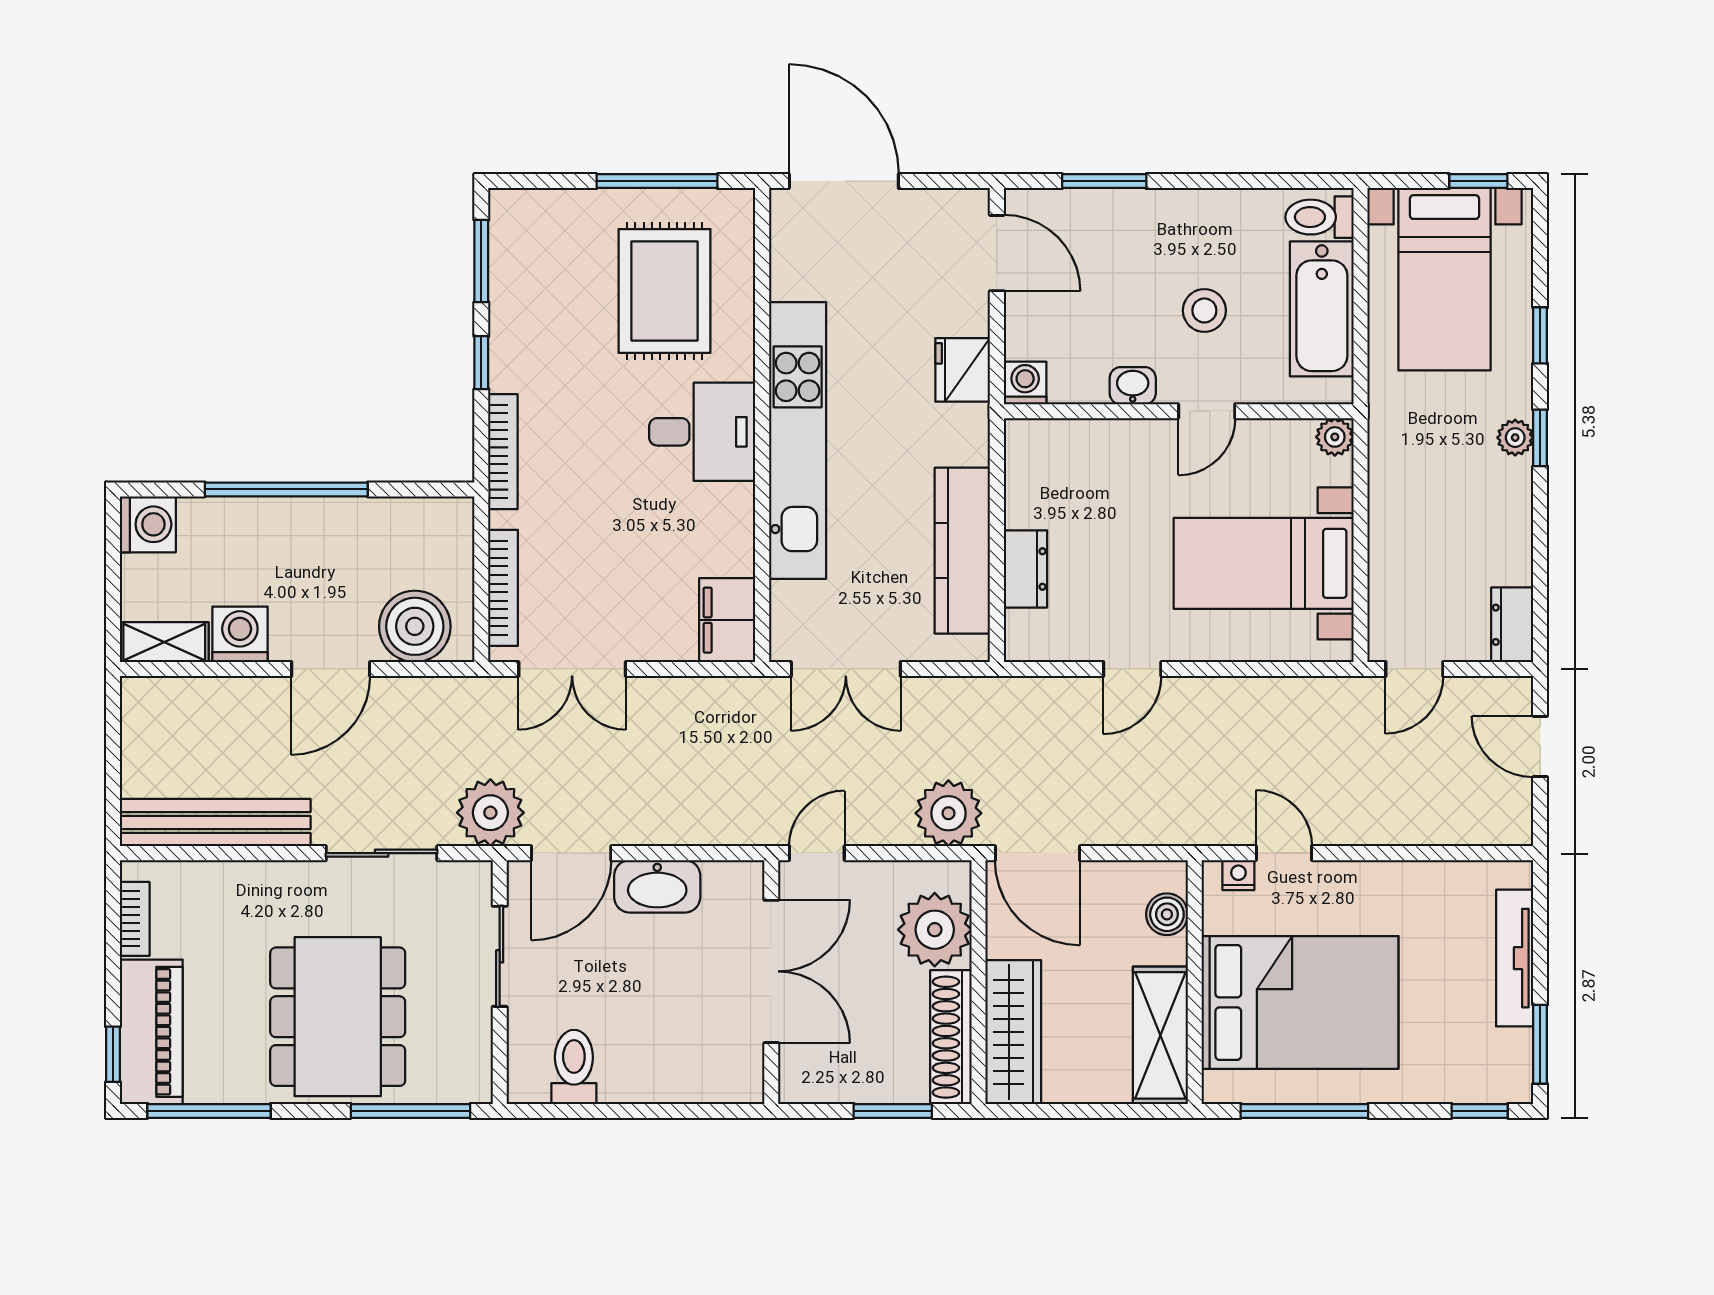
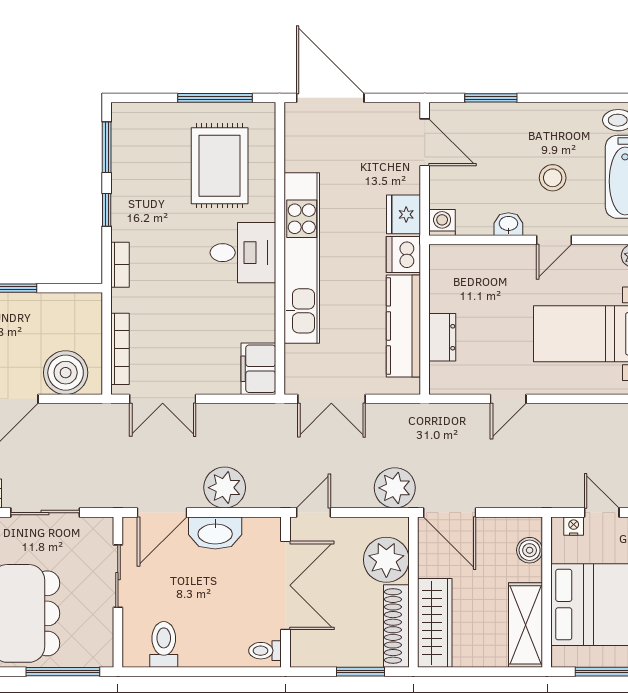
dishwasher: (962, 435) -> (403, 254), added
bookcase: (503, 452) -> (120, 265), width x0.64
plant: (490, 813) -> (225, 488), moved
toilet: (738, 1077) -> (265, 651), added

